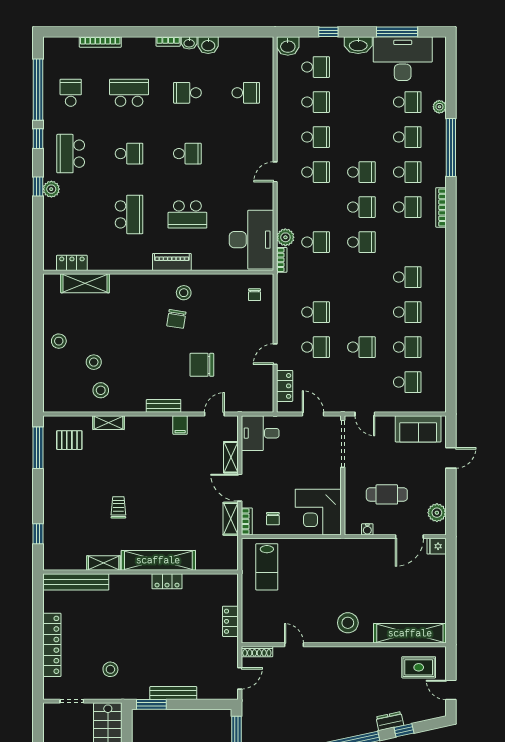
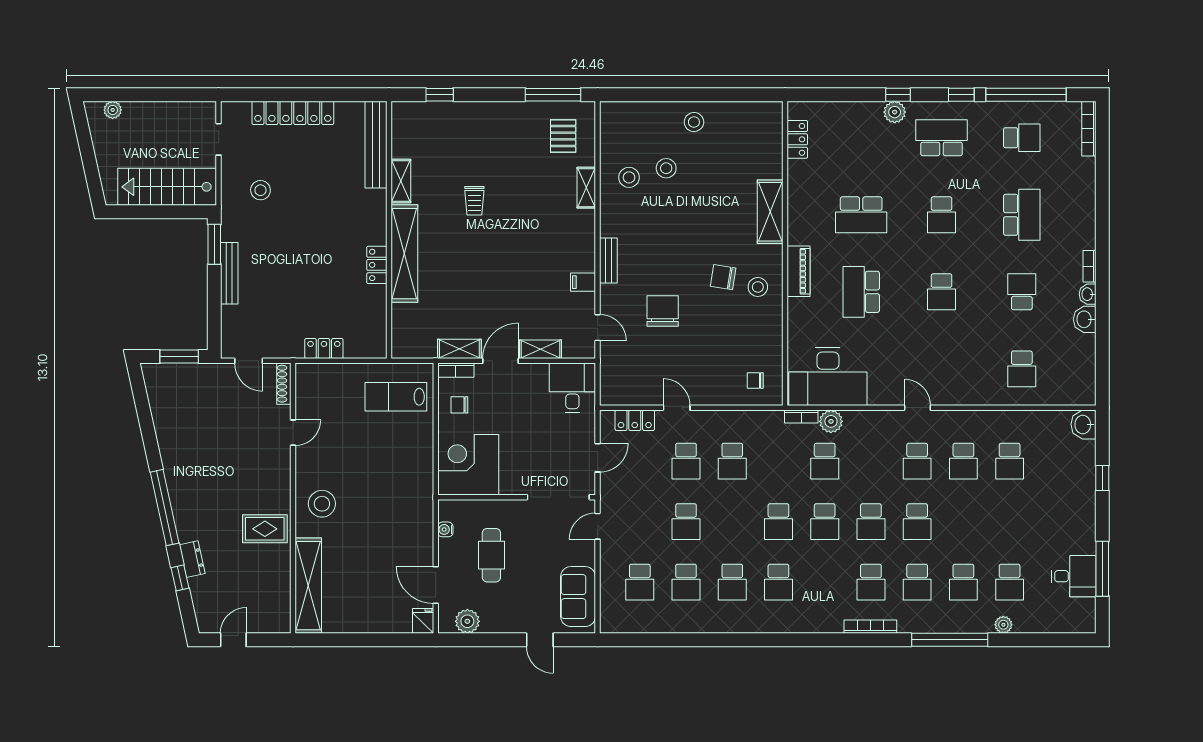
bookcase: (100, 42) -> (1089, 129), moved
washbasin: (358, 45) -> (1085, 517), removed
desk: (403, 59) -> (1074, 576), width x0.53, depth x0.77
school desk: (316, 67) -> (778, 522), moved
shelving: (85, 283) -> (770, 212), moved
trolley: (118, 507) -> (474, 201), turned 90
rug: (419, 667) -> (265, 529), moved, turned 90

